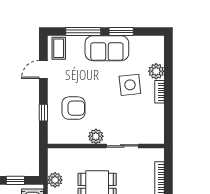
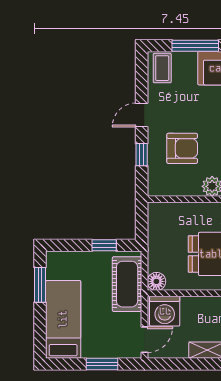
door: (43, 69) -> (142, 115), moved
plant: (55, 180) -> (157, 245), removed

